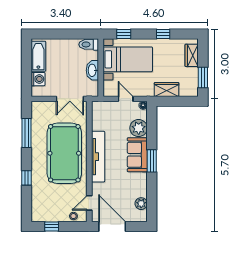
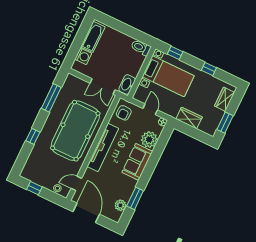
washbasin: (92, 70) -> (127, 84), moved
armchair: (102, 114) -> (124, 113), added
window: (152, 161) -> (135, 198), moved

